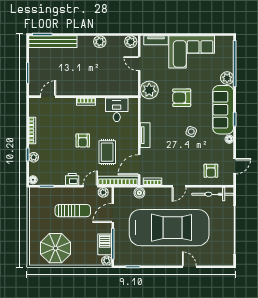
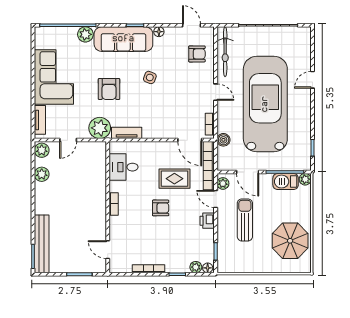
plant: (100, 42) -> (42, 174), moved
tv unit: (145, 135) -> (127, 133), moved
plant: (34, 157) -> (196, 267), moved

